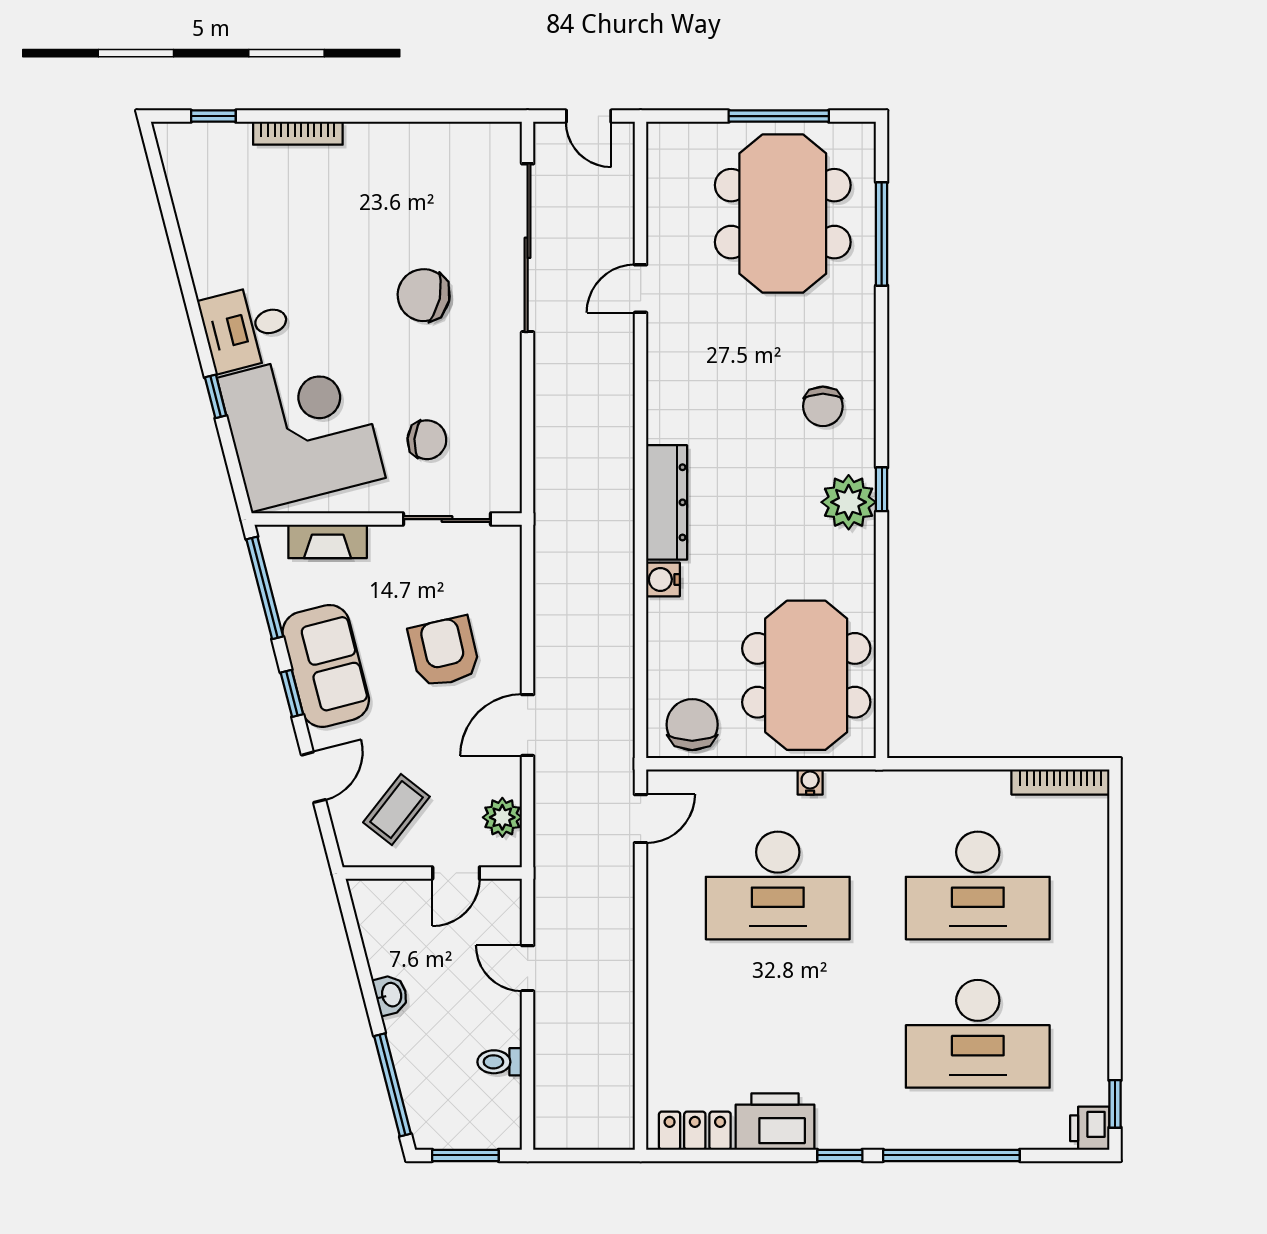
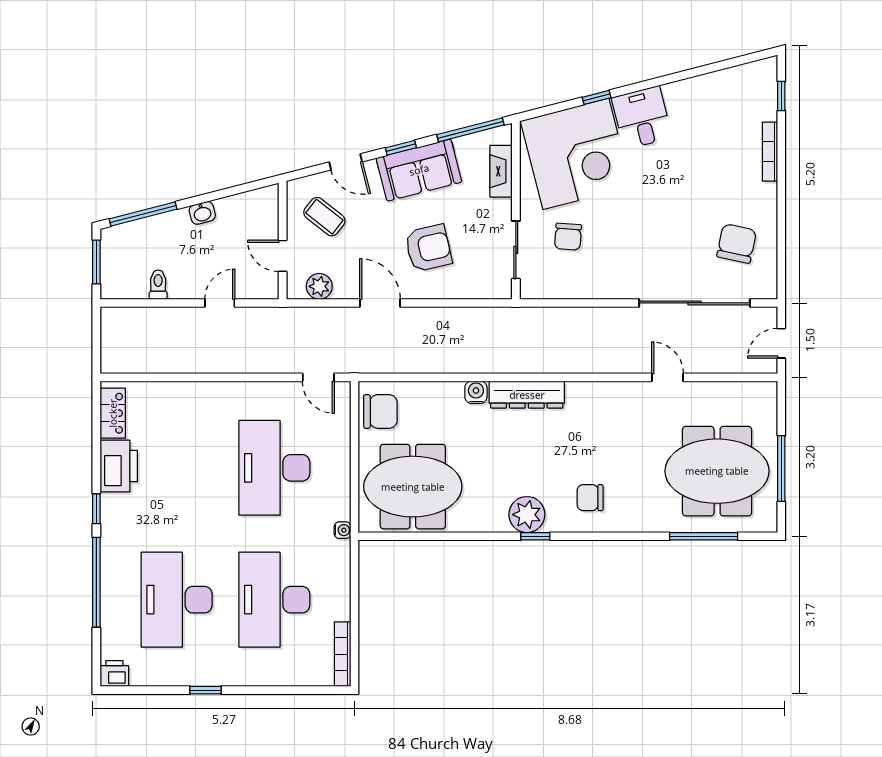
chair: (424, 295) -> (737, 243), moved
water cooler: (810, 782) -> (343, 530), moved
window: (1115, 1104) -> (205, 690), moved

